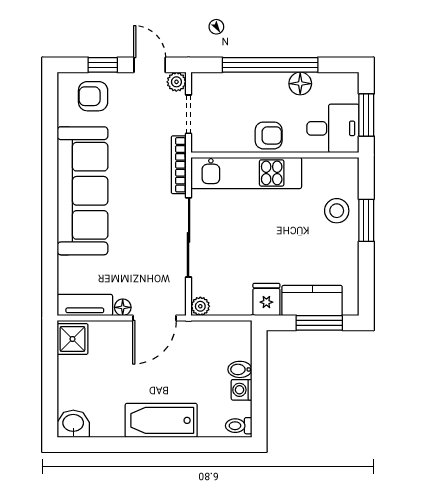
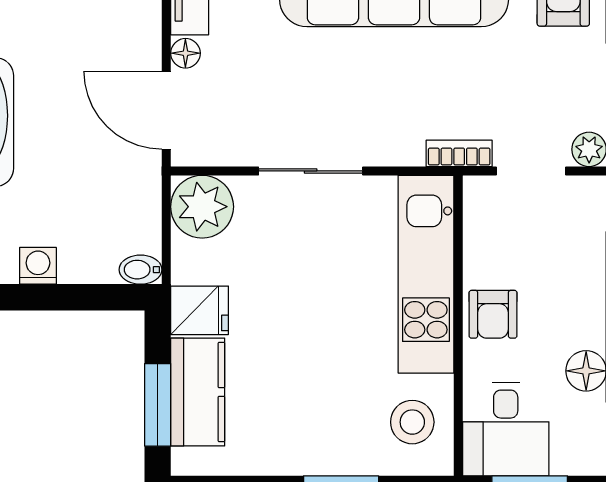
bookcase: (179, 165) -> (459, 153), width x0.64
stool: (337, 211) -> (412, 422), moved
sliding door: (189, 237) -> (311, 171), width x0.73
plant: (200, 306) -> (202, 207), width x1.88, depth x1.88
bidet: (240, 369) -> (141, 270), moved, turned -90

